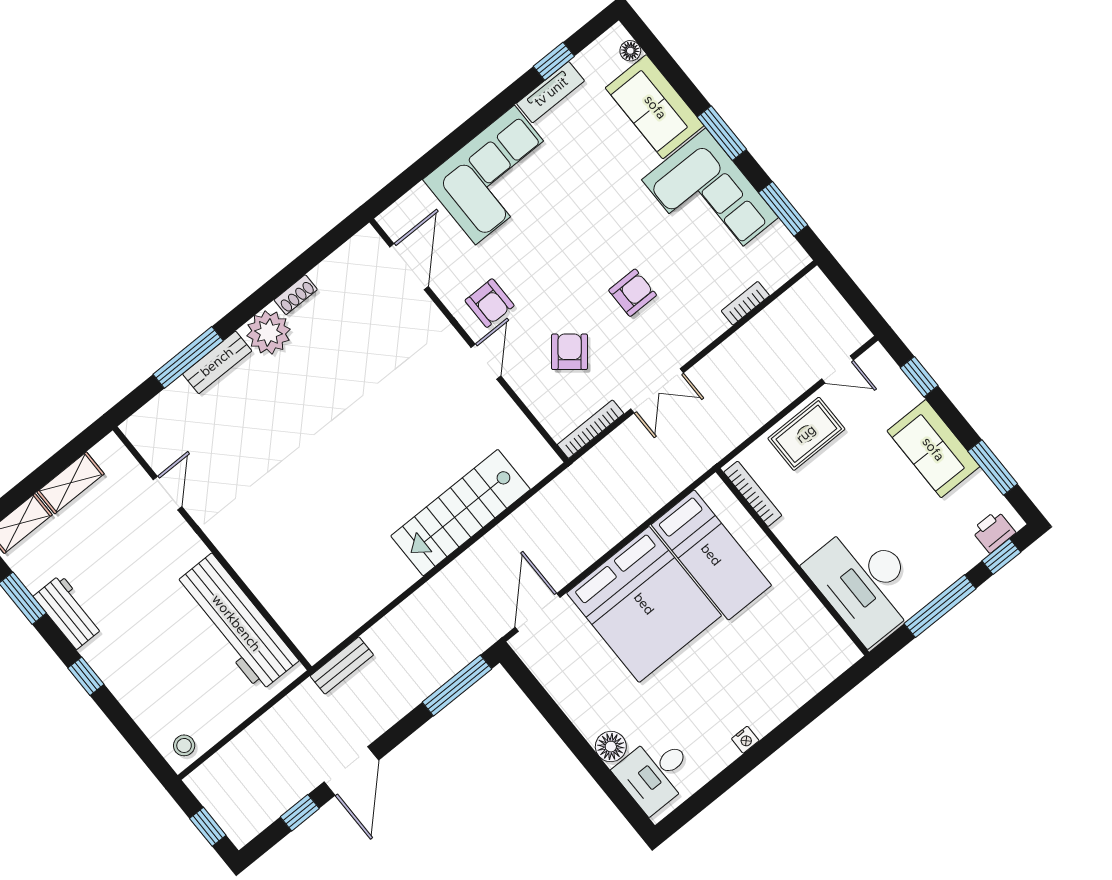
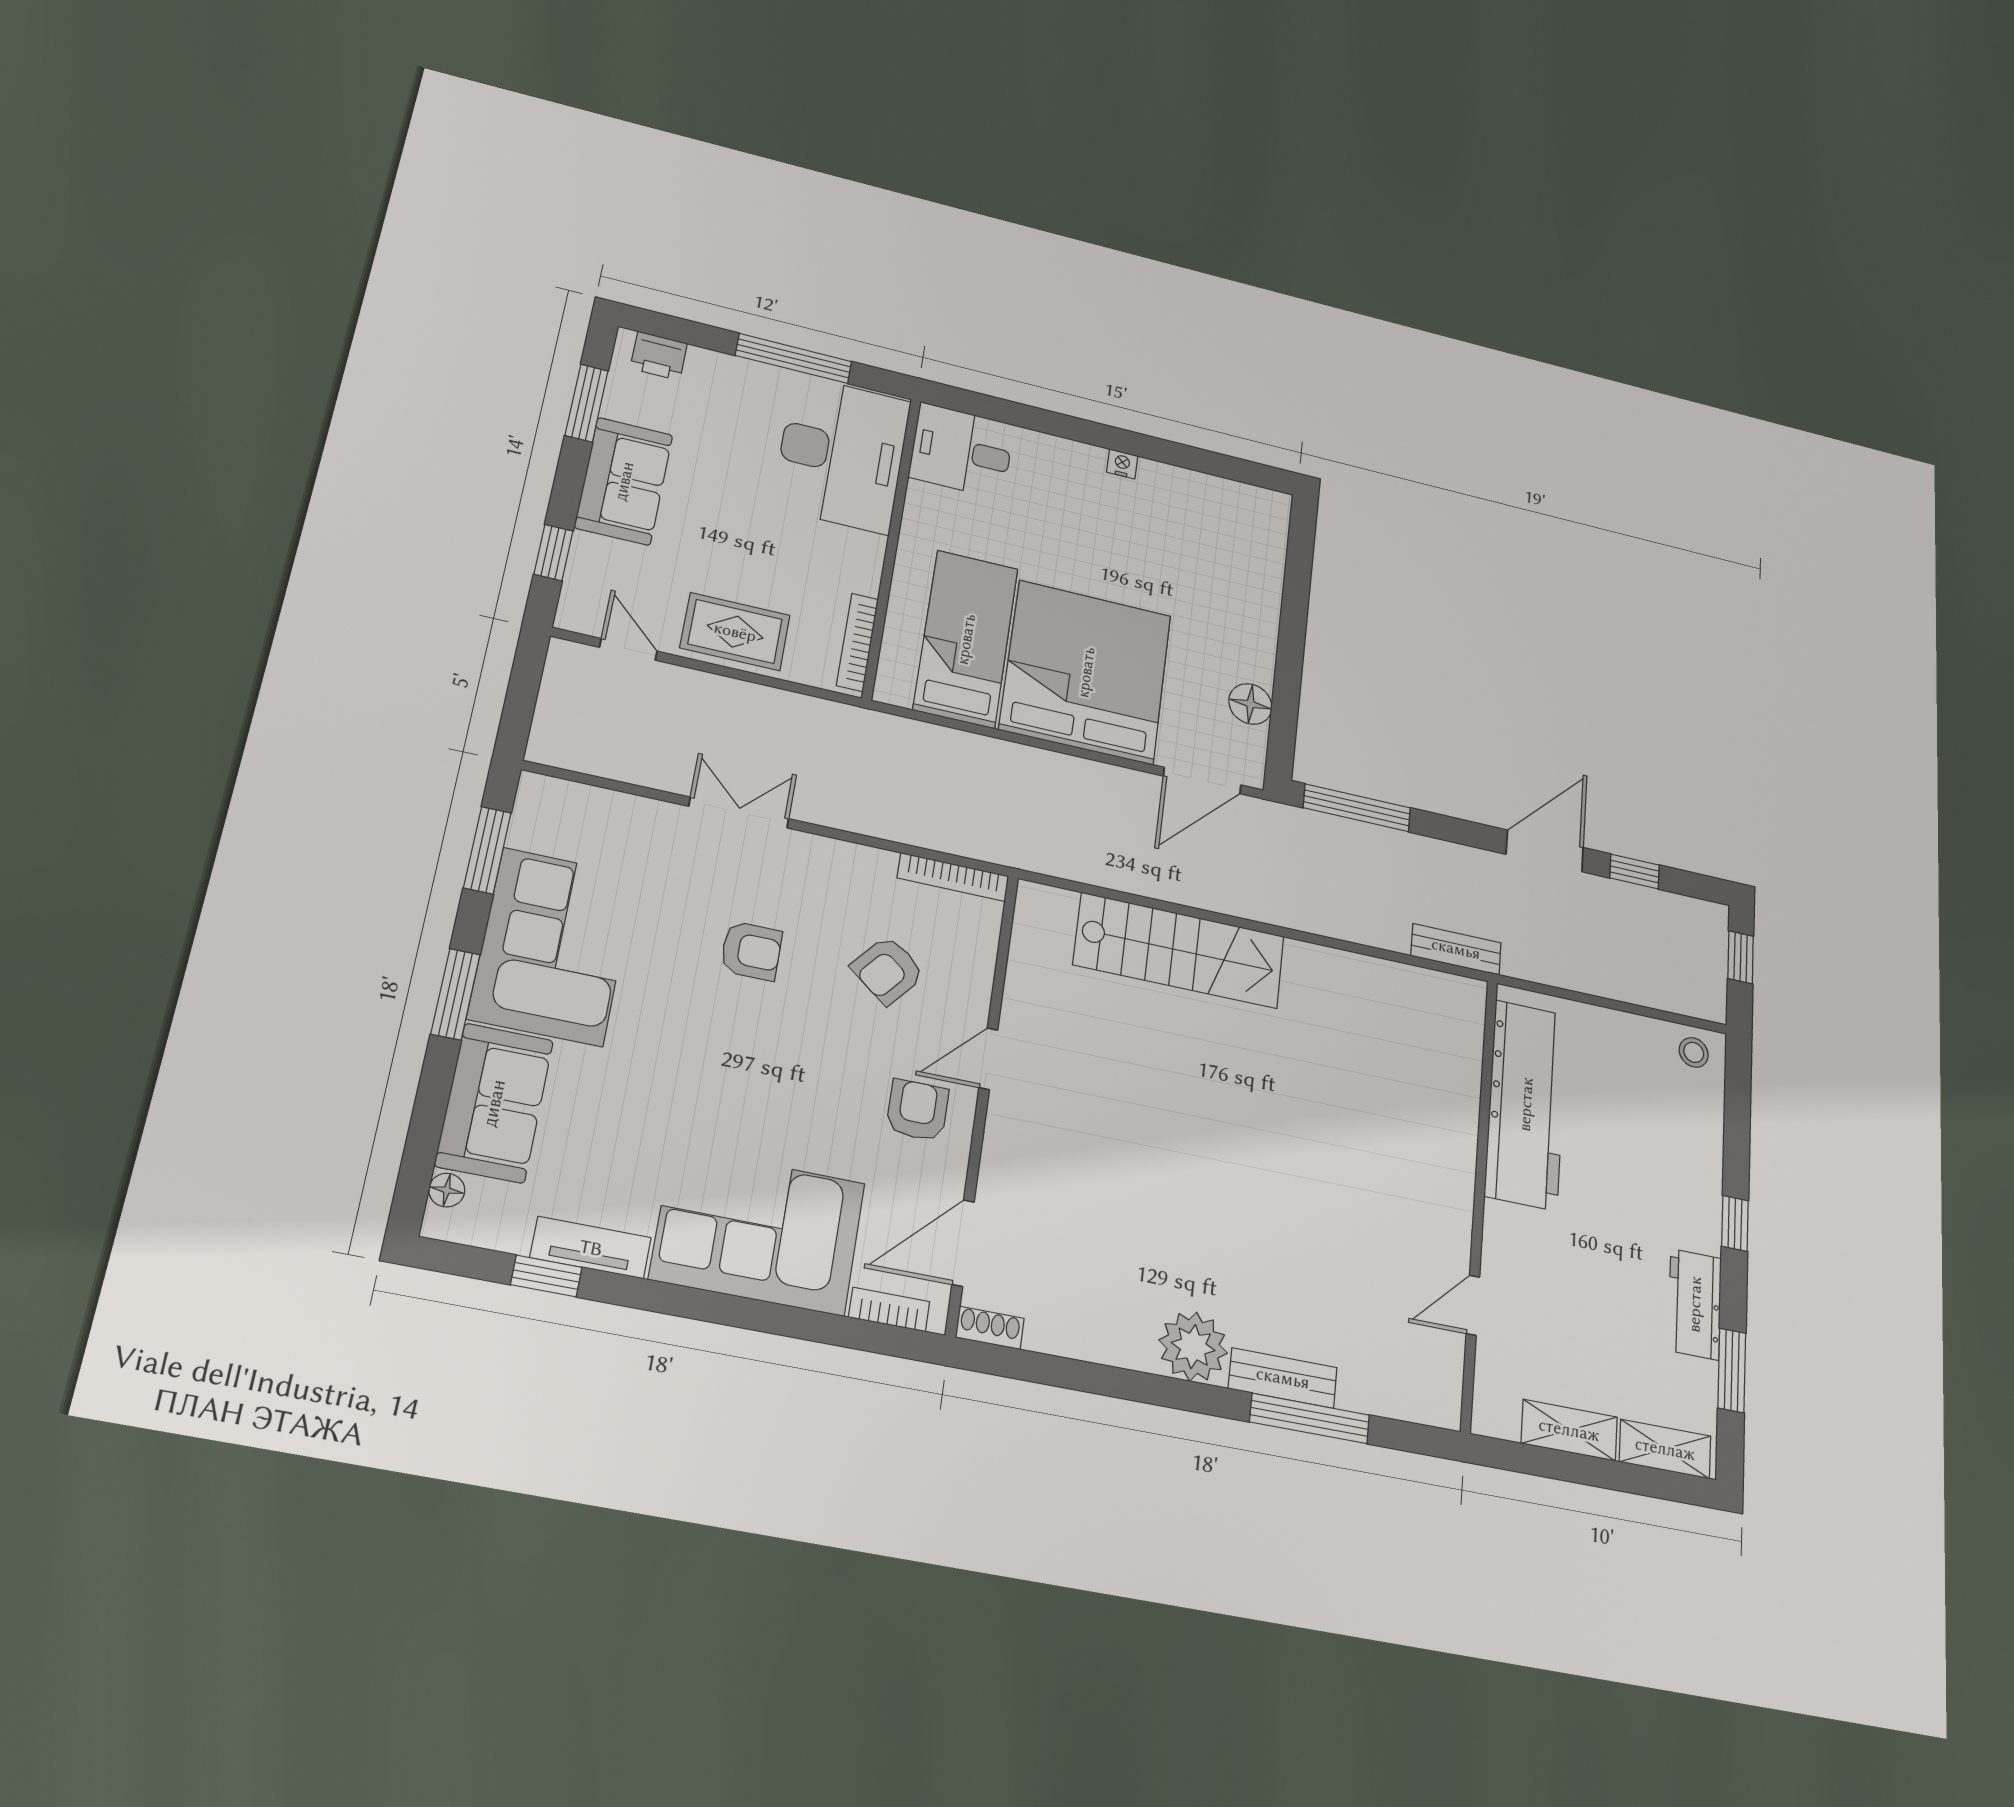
armchair: (633, 293) -> (751, 951), turned 180
shoe rack: (296, 295) -> (990, 1328), moved
bookcase: (745, 303) -> (889, 1309), moved, turned 180
double door: (657, 391) -> (739, 813), moved
window: (1001, 556) -> (679, 330), removed
floor lamp: (611, 747) -> (1250, 704), moved
desk: (655, 773) -> (962, 451), moved, turned 180

